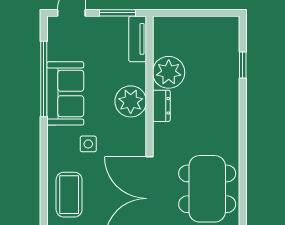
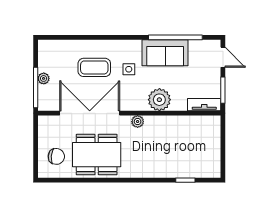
plant: (169, 72) -> (138, 122), moved, width x0.53, depth x0.53
dresser: (161, 106) -> (156, 122), removed
coffee table: (69, 195) -> (94, 67), moved

